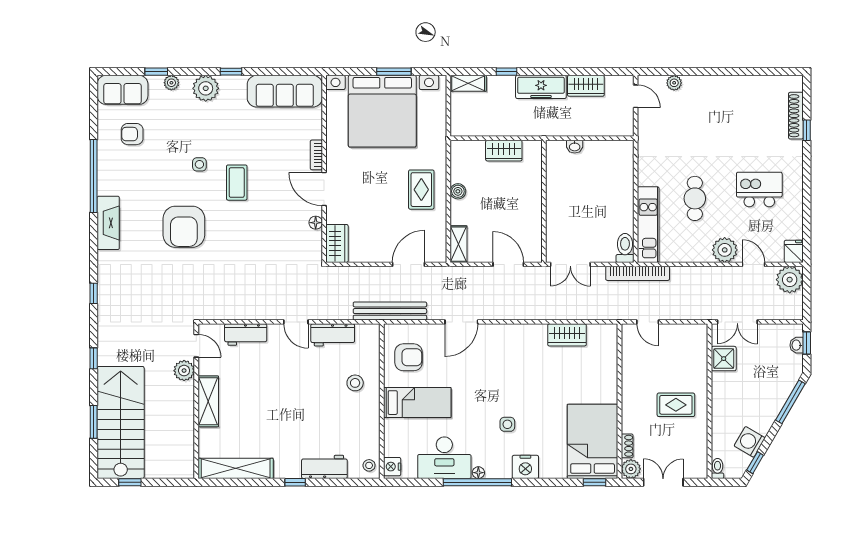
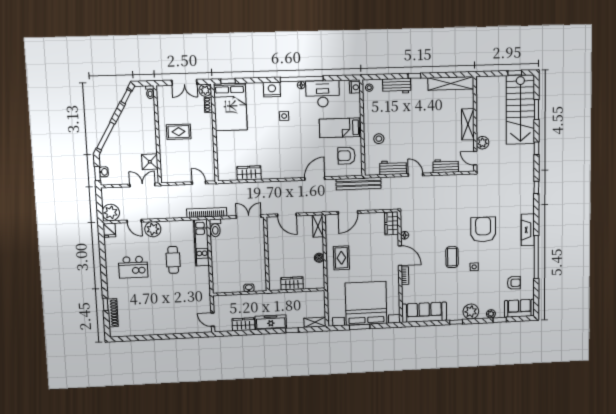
plant: (674, 83) -> (189, 329), removed
washing machine: (750, 442) -> (130, 110), removed

